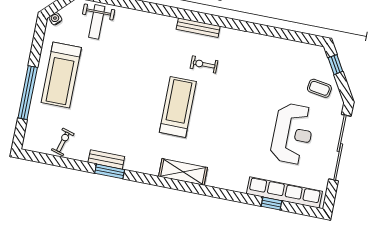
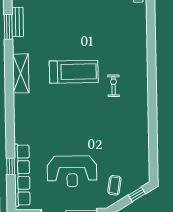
bench: (198, 28) -> (143, 74), removed
shelving: (183, 172) -> (21, 73), moved

